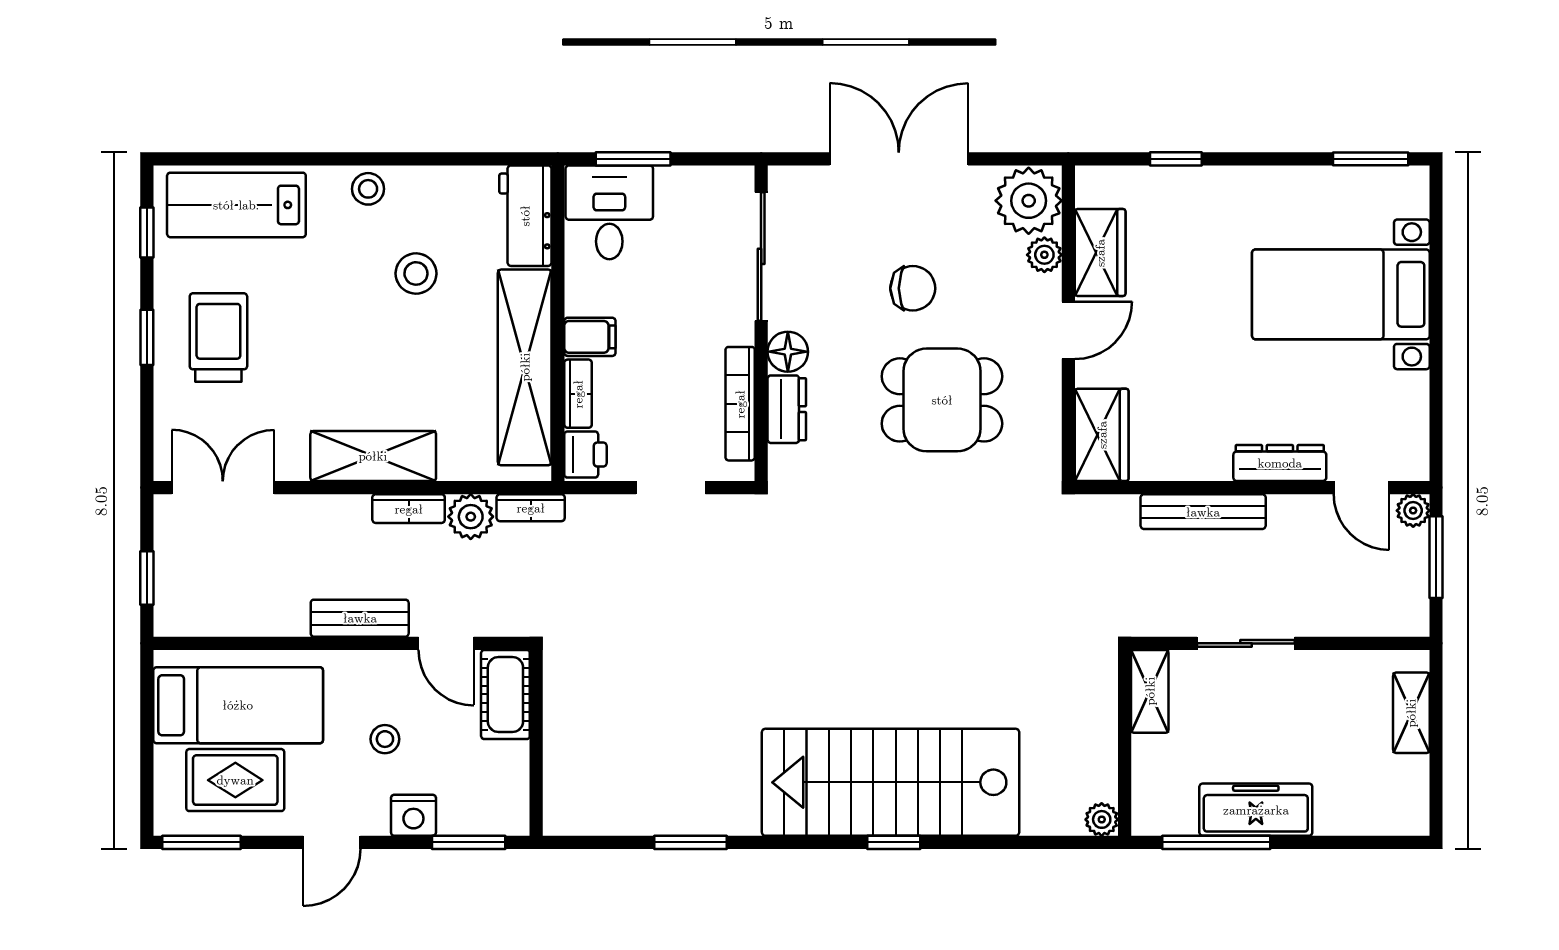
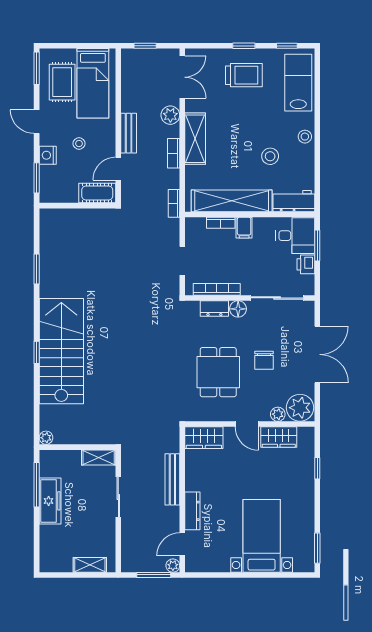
printer: (585, 455) -> (306, 264), moved, turned 90
plant: (471, 517) -> (170, 115), moved

